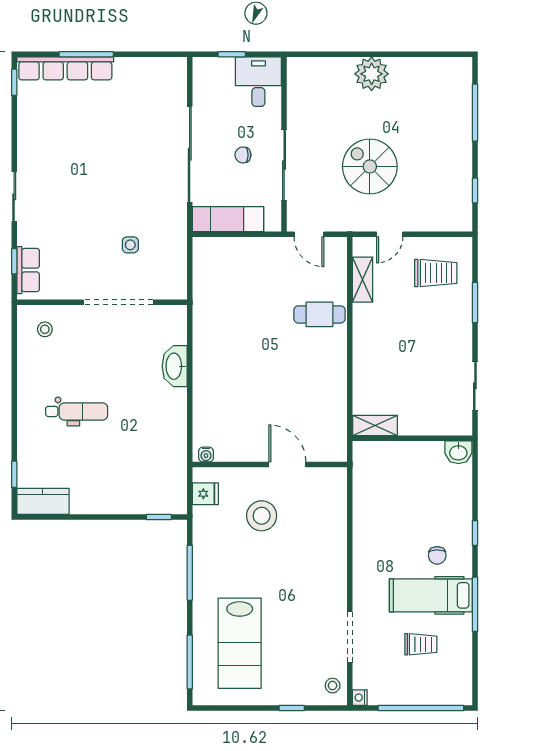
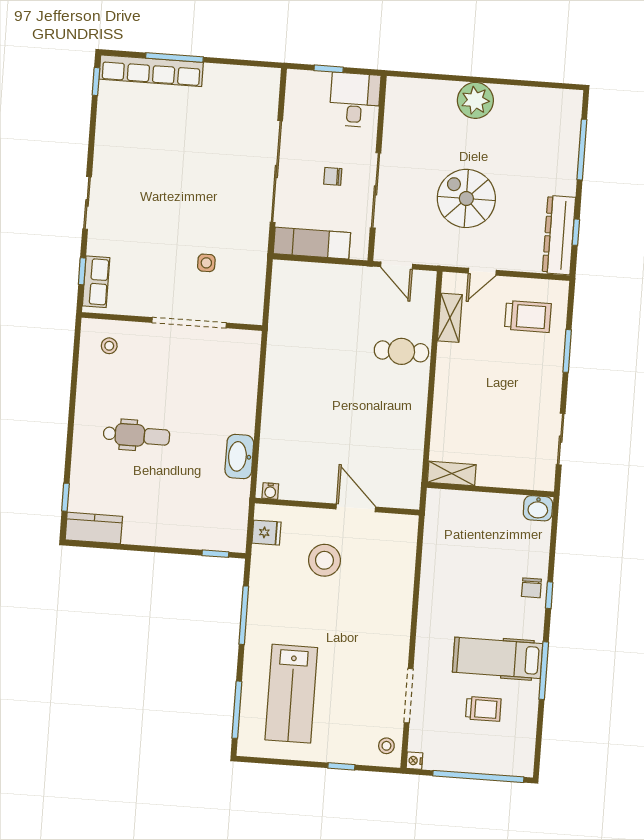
dresser: (459, 194) -> (559, 235), added
washbasin: (175, 366) -> (239, 457), moved
chair: (437, 555) -> (531, 588), moved

